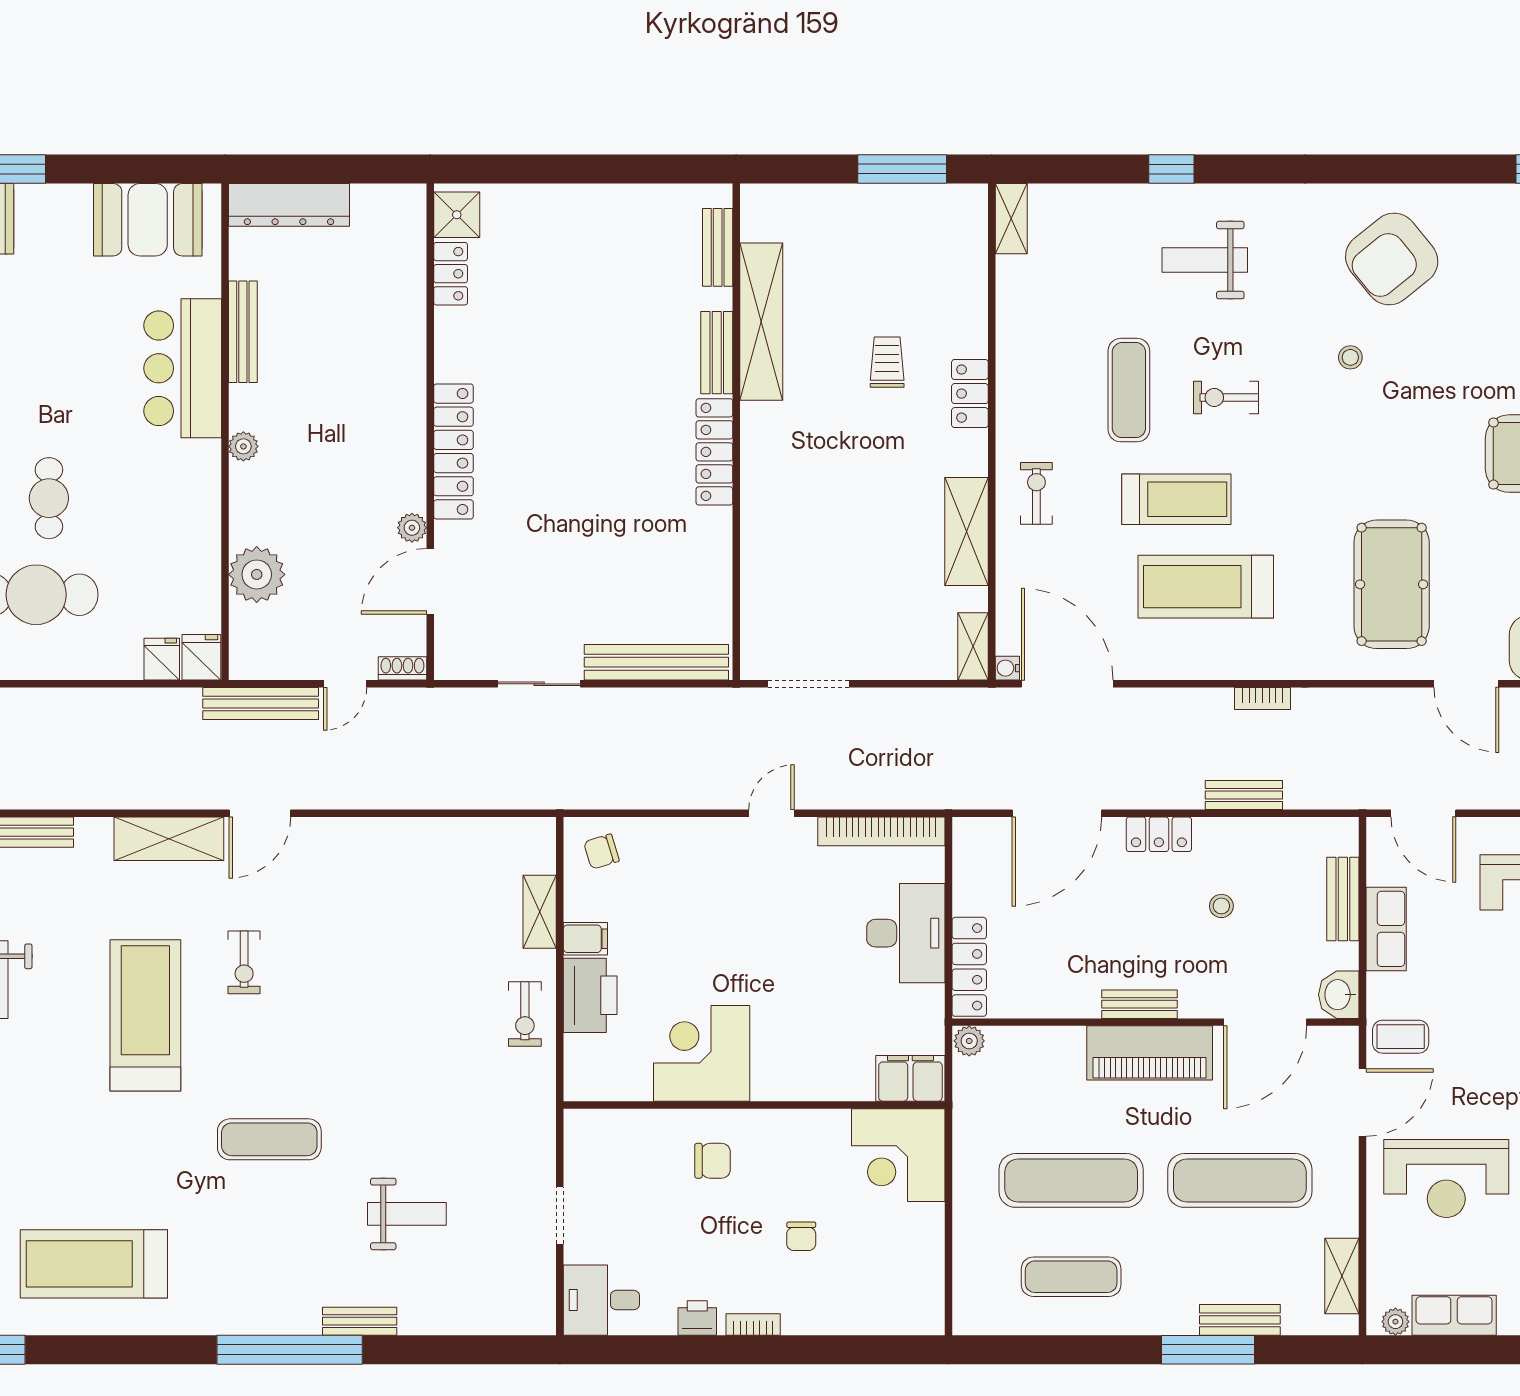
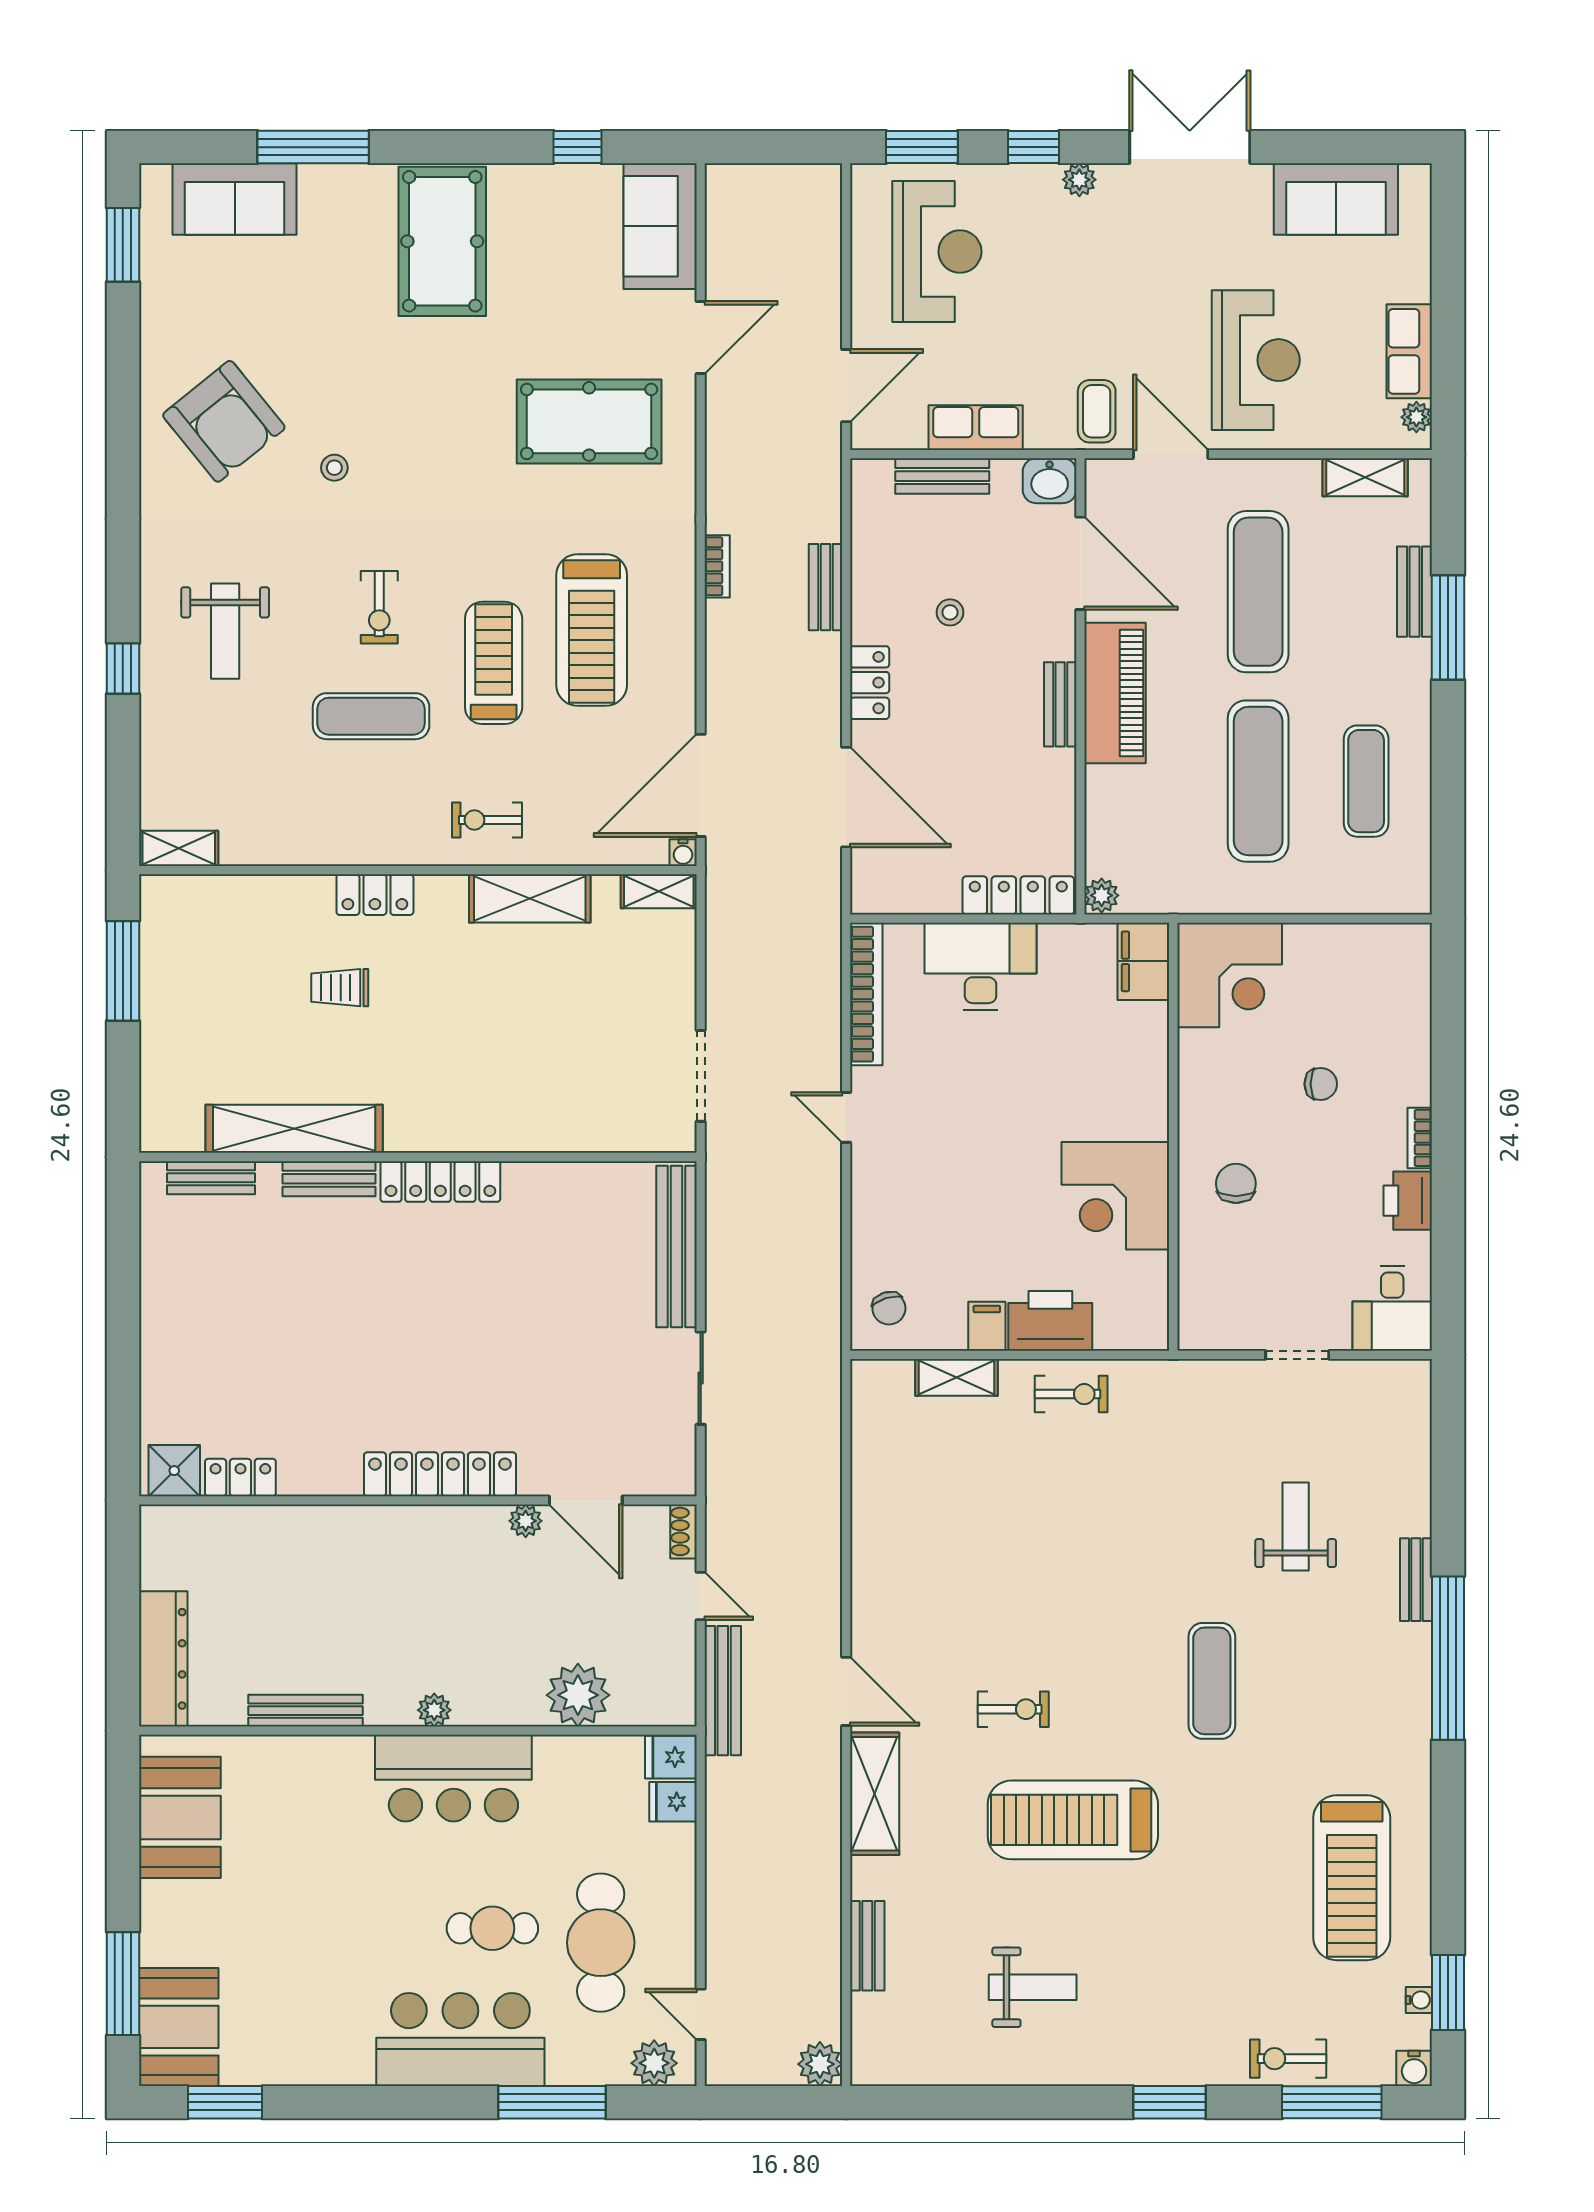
bar counter: (183, 368) -> (453, 1778), moved
printer: (697, 1318) -> (1408, 1201), width x1.36, depth x1.24

